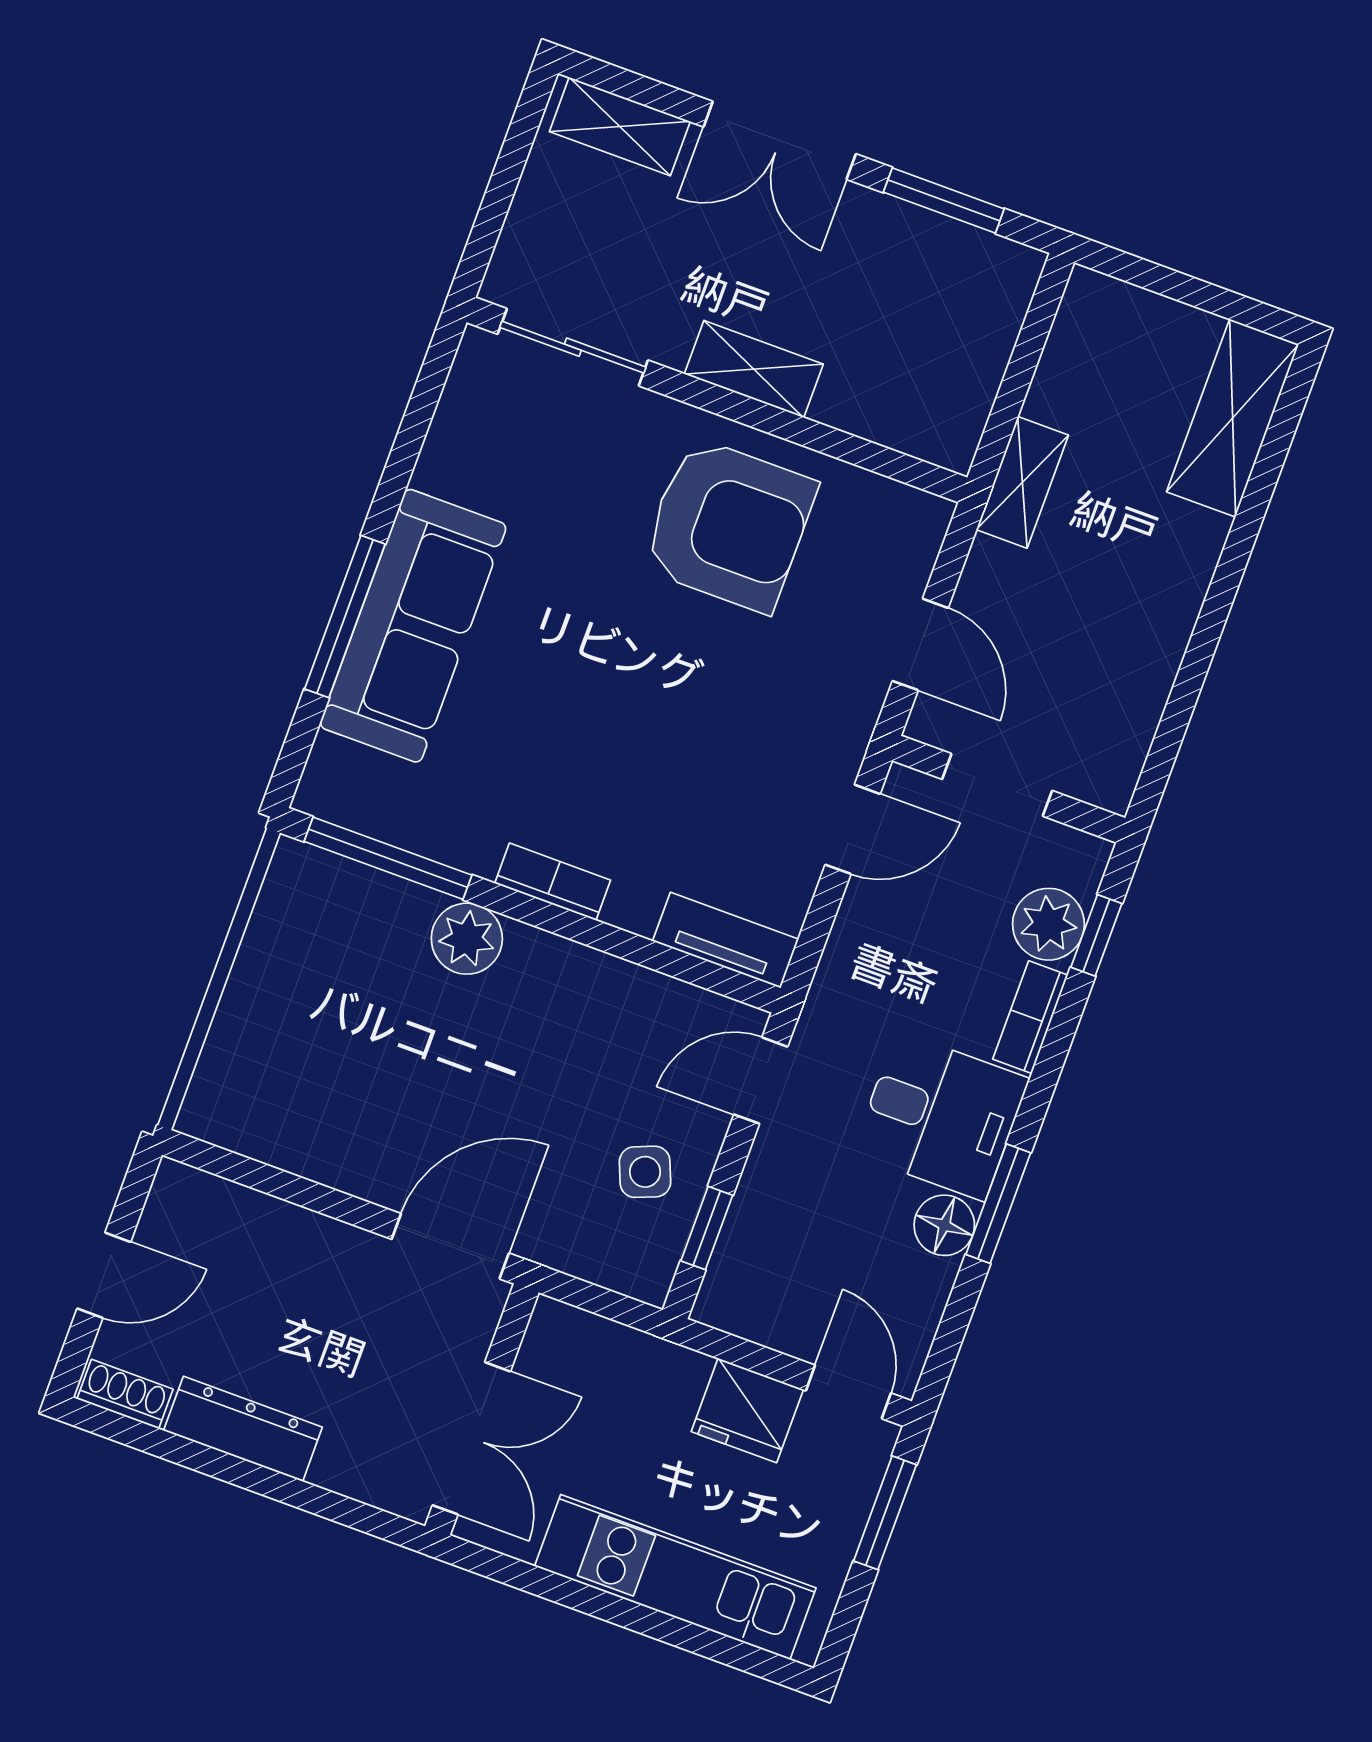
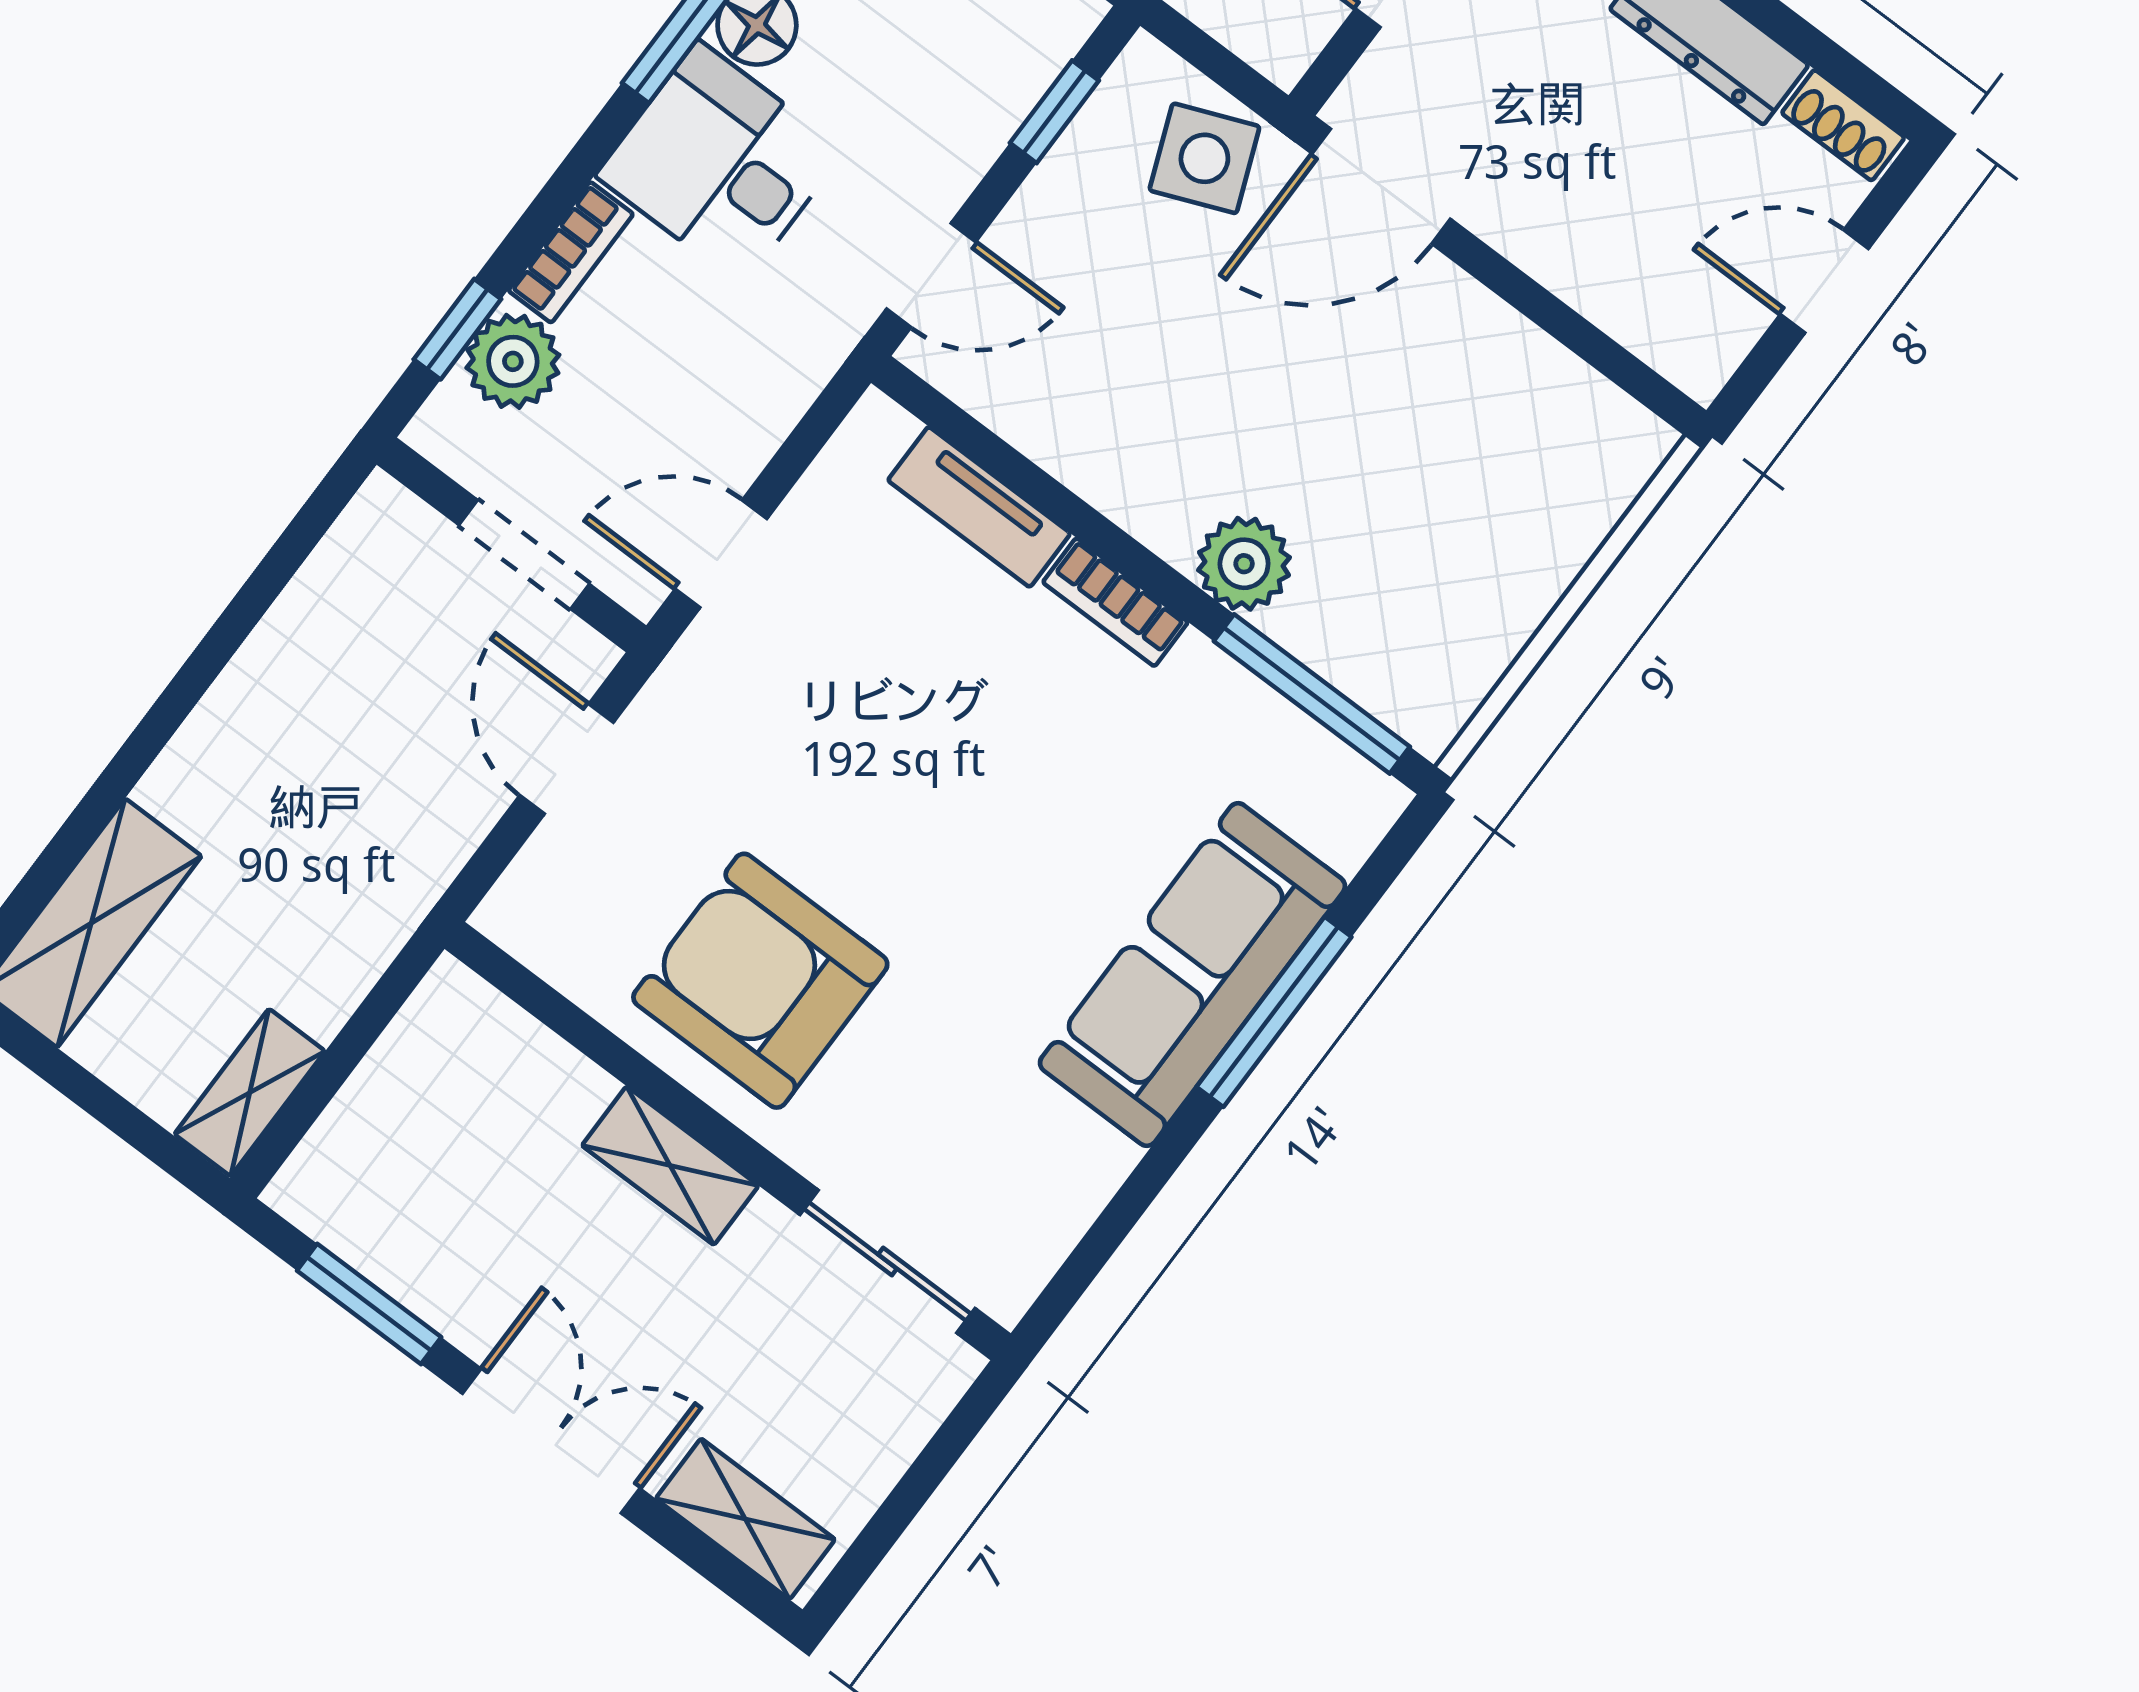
shelving: (1022, 482) -> (250, 1093), moved
tv unit: (726, 940) -> (979, 507), moved
side table: (645, 1172) -> (1204, 158), moved, width x1.37, depth x1.37

